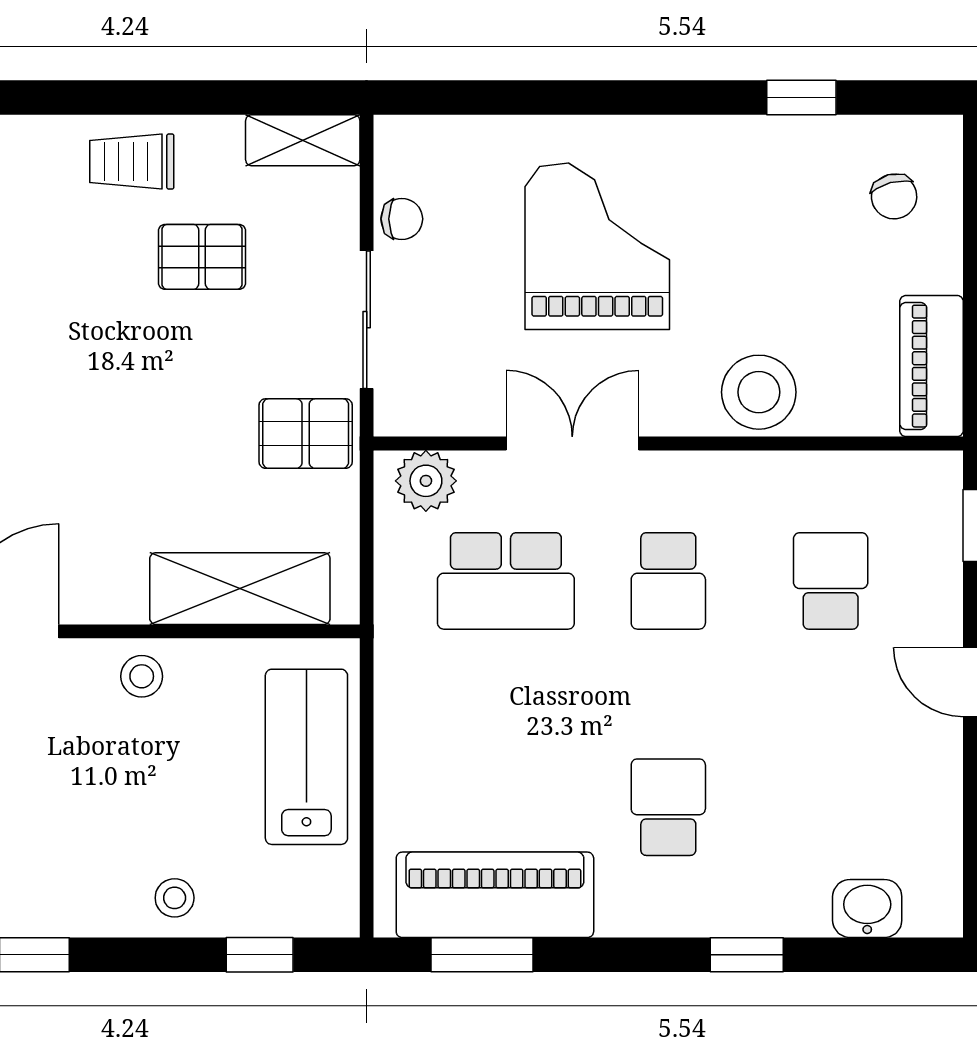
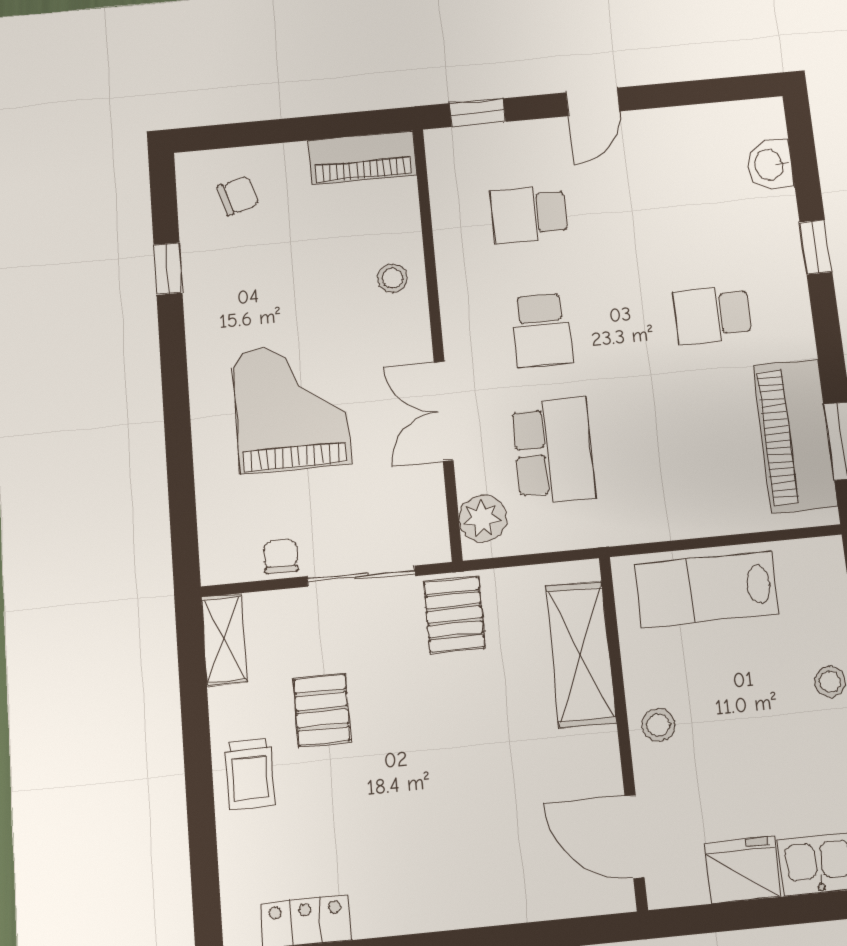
grand piano: (597, 246) -> (291, 407), turned 90
stool: (759, 392) -> (392, 278), width x0.53, depth x0.53
school desk: (668, 581) -> (541, 330), turned 90

